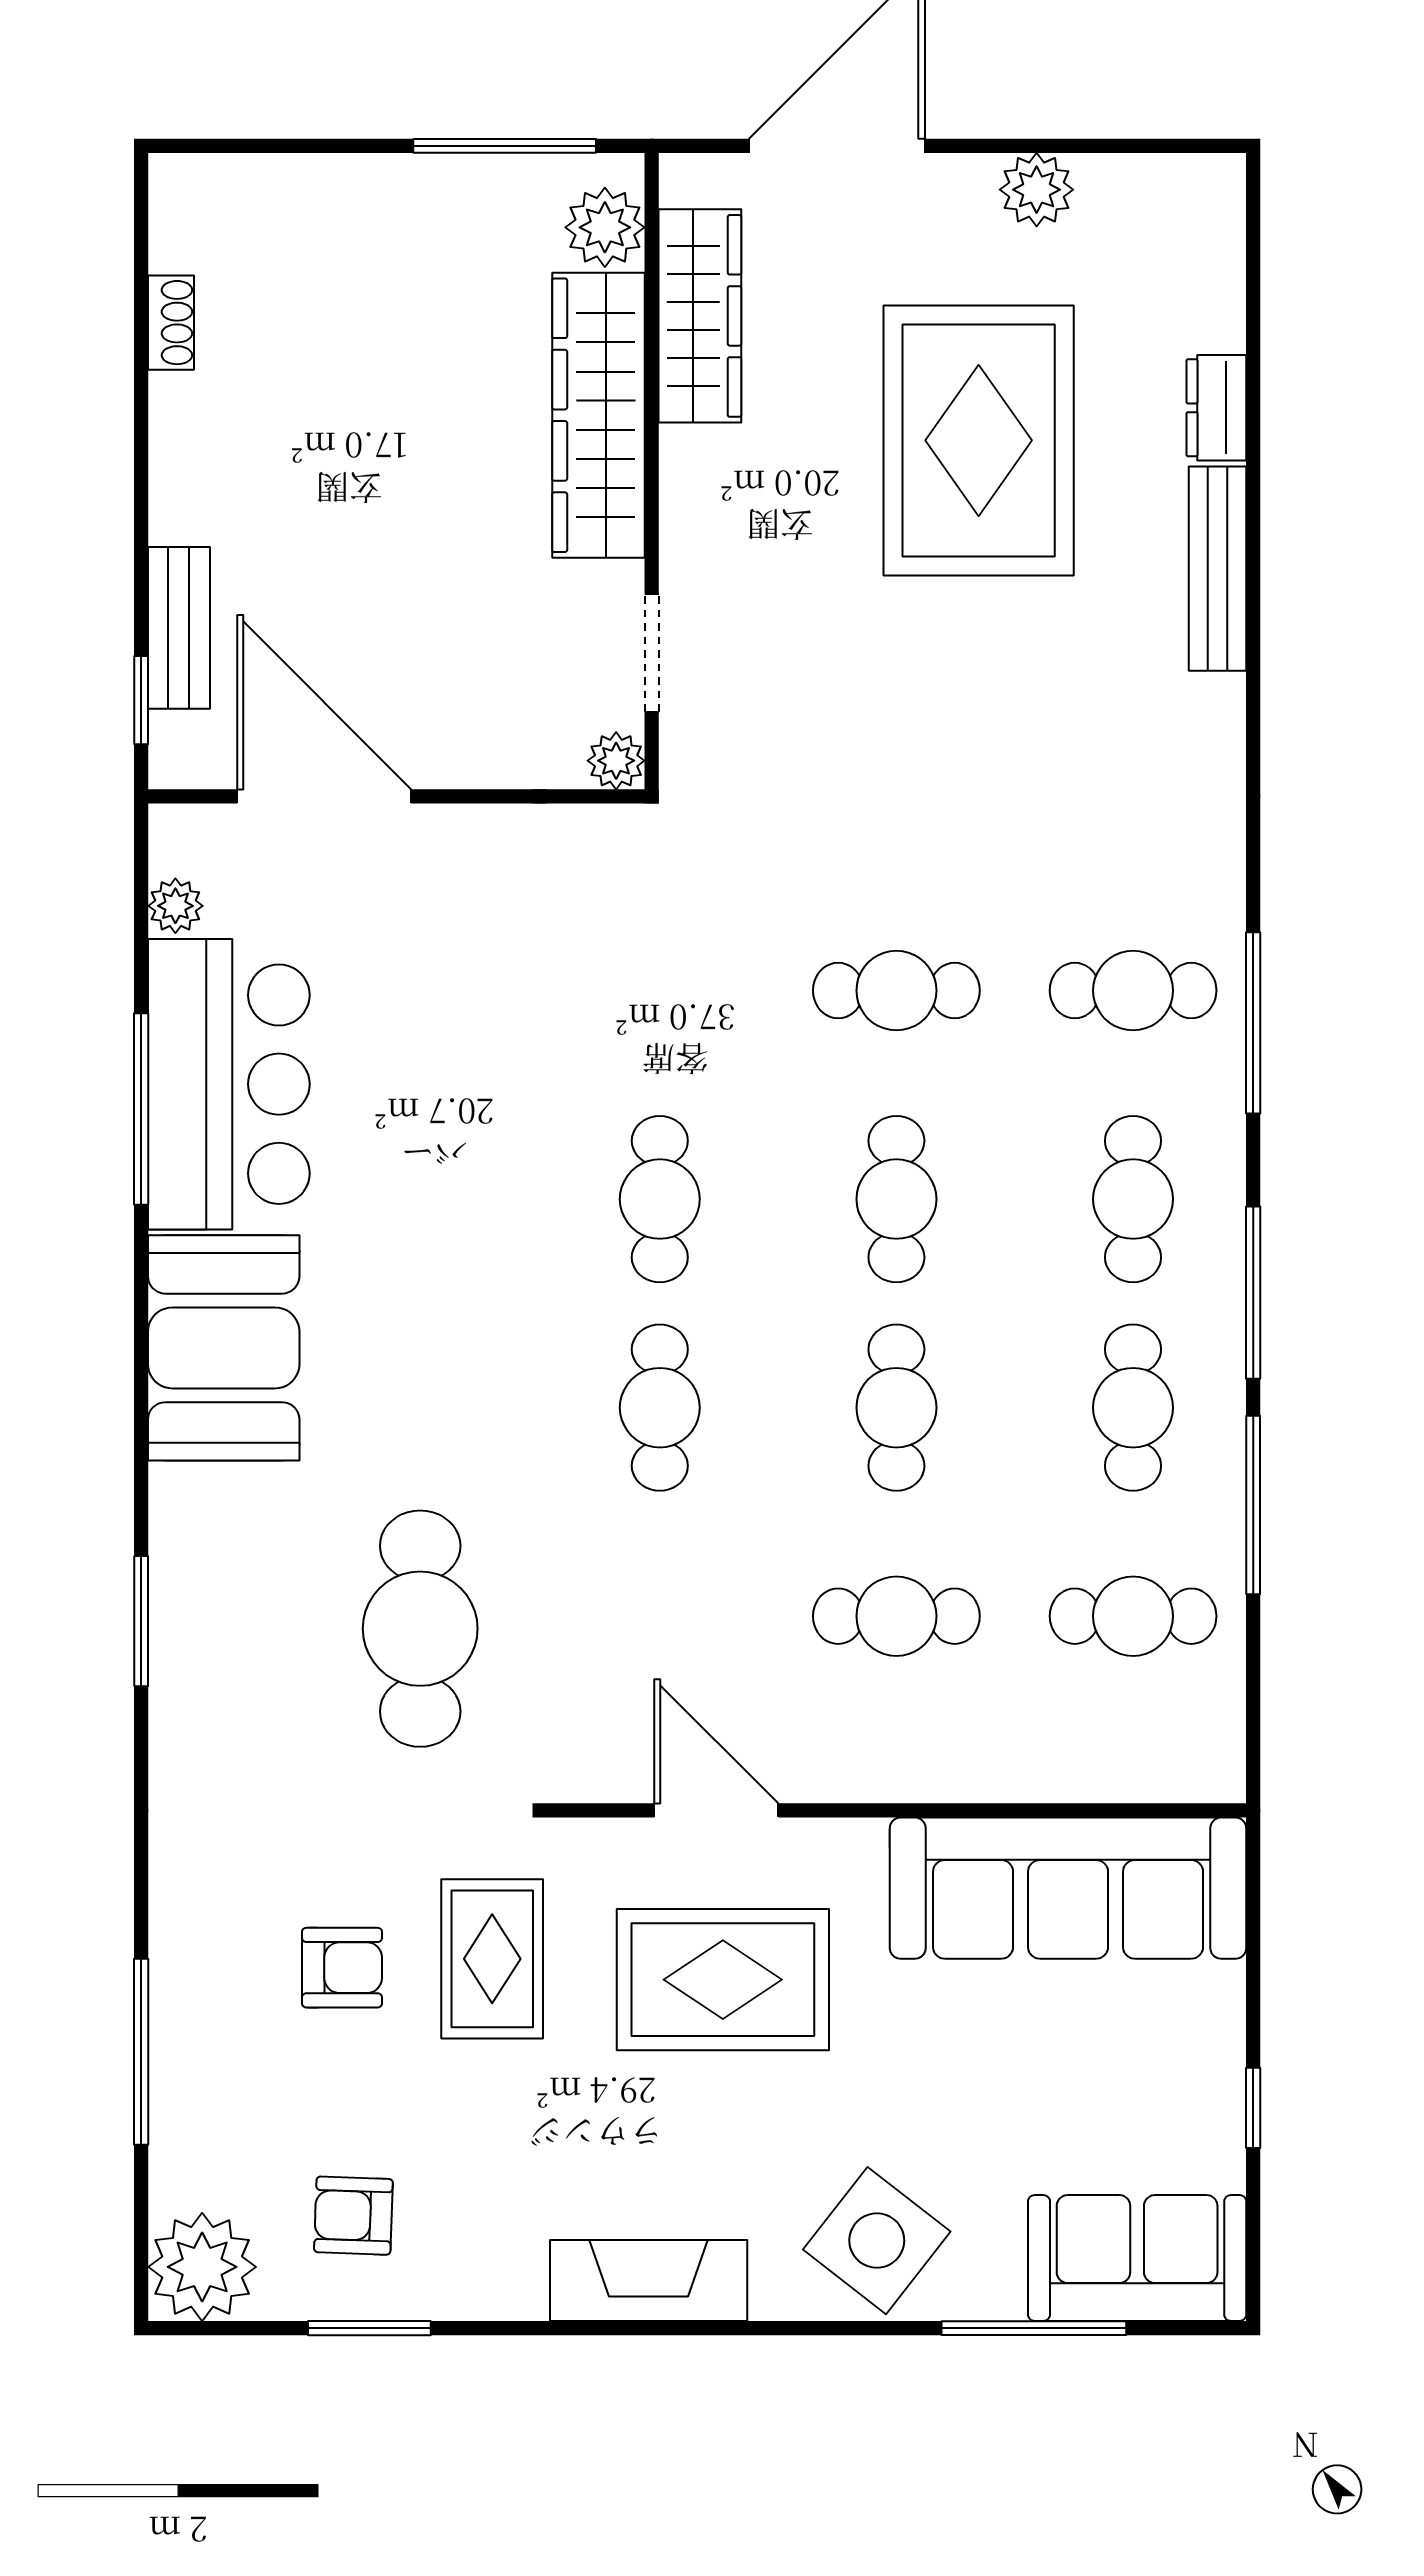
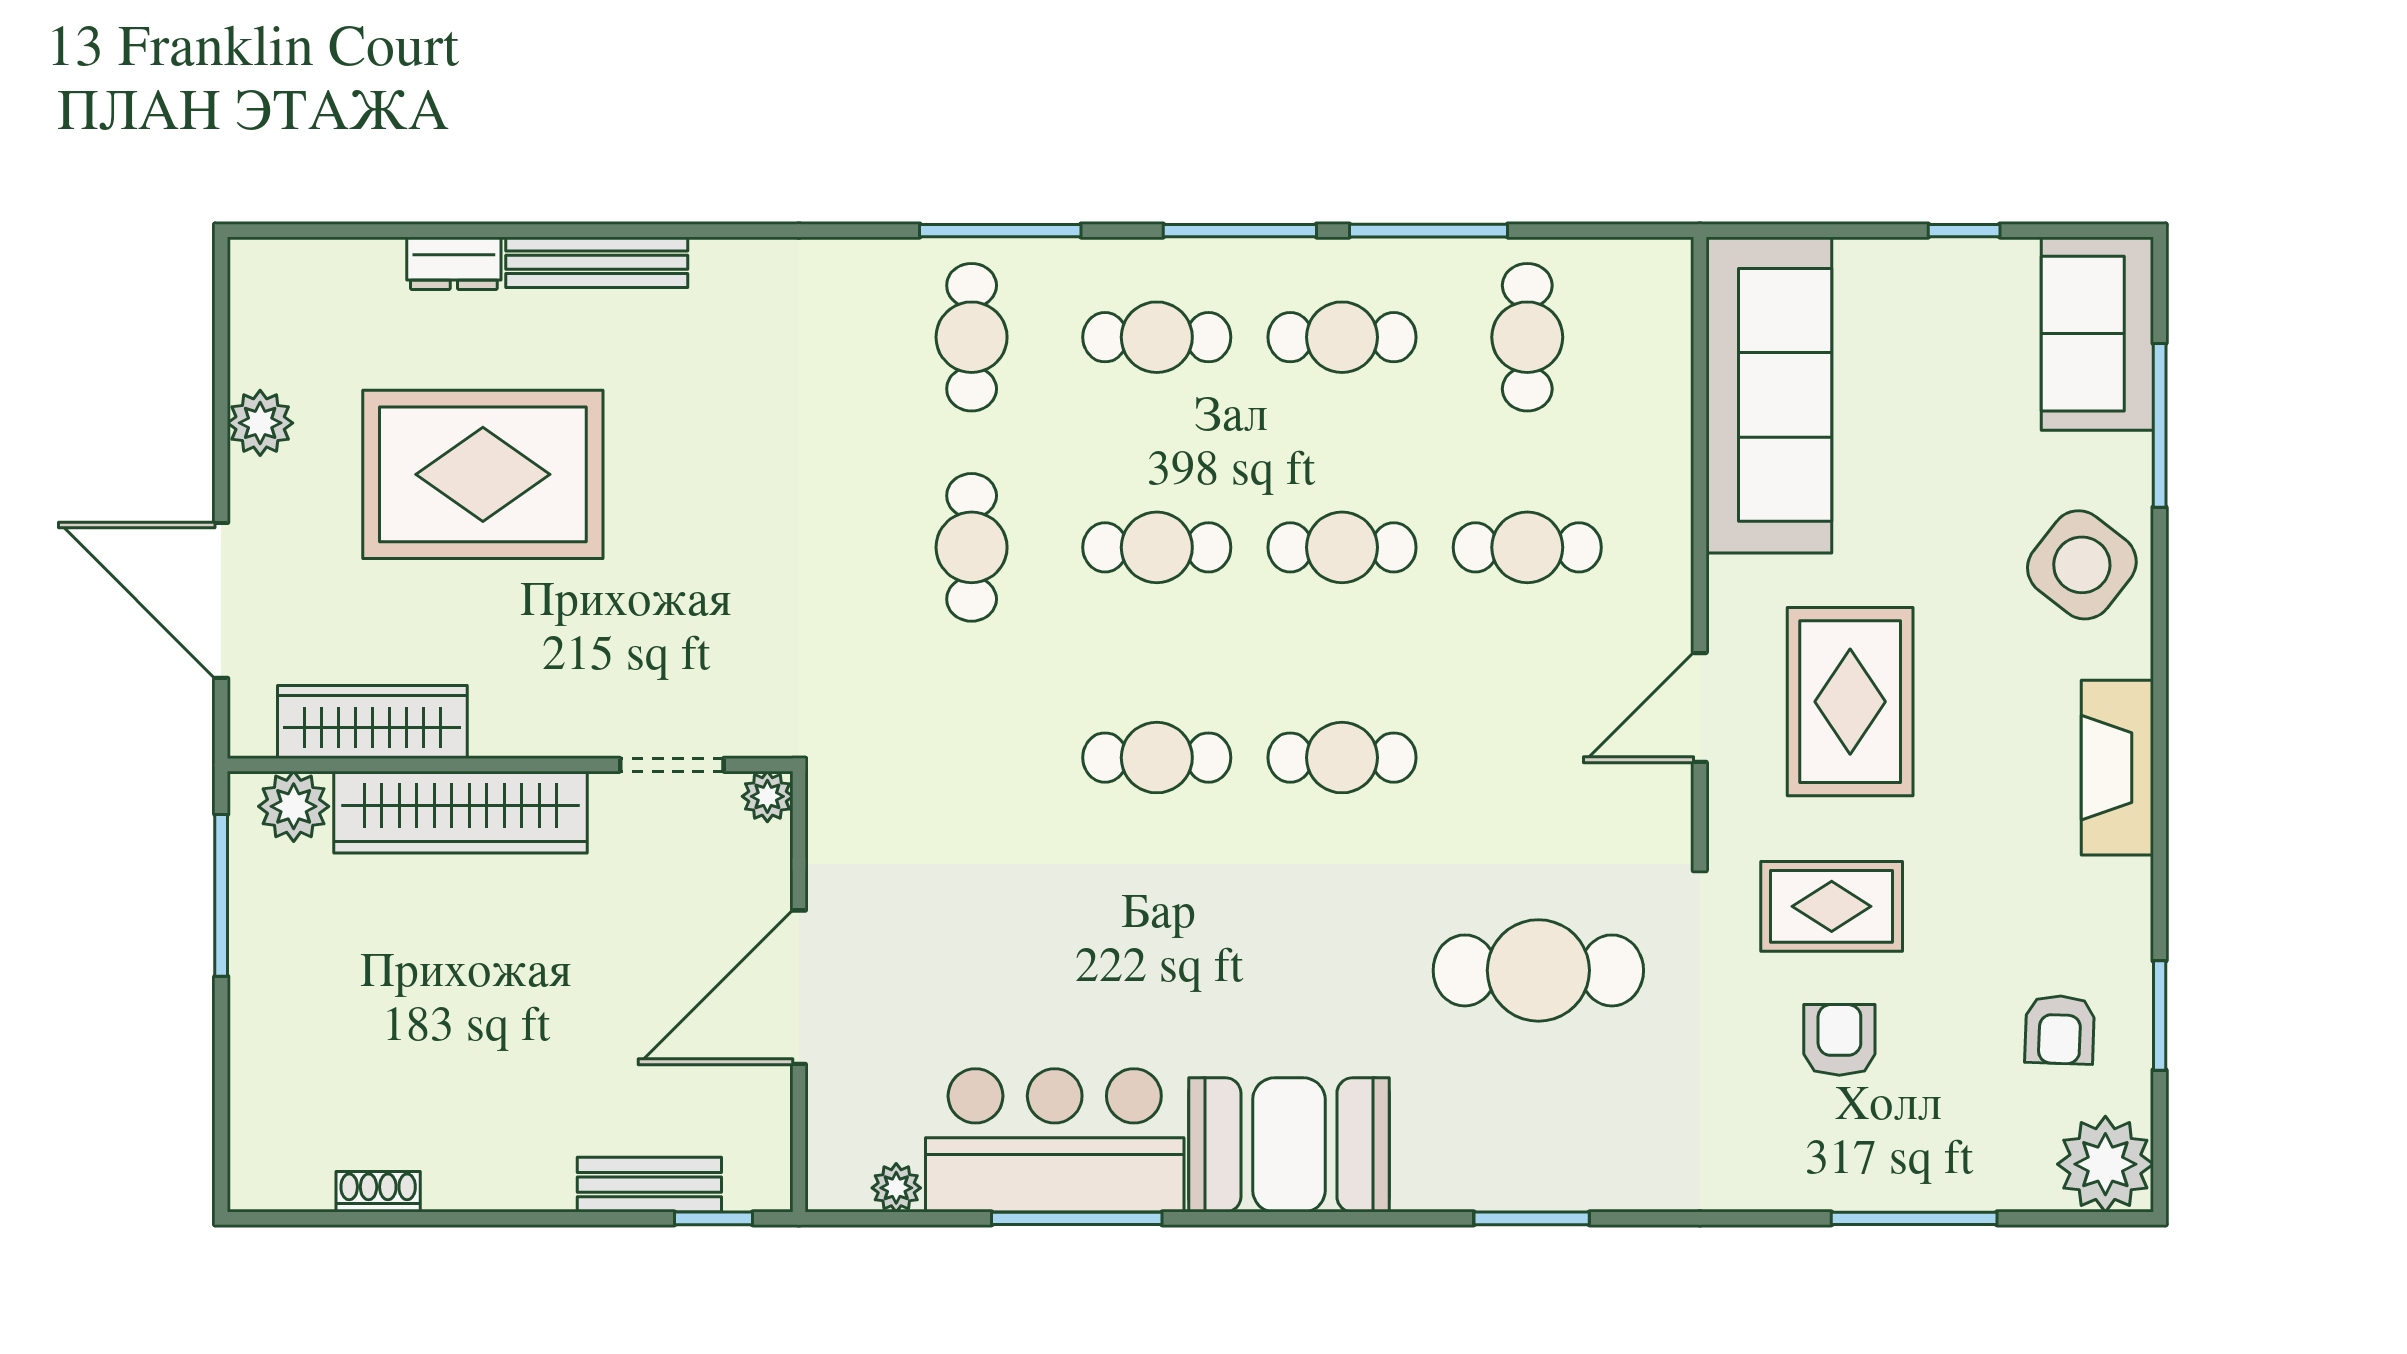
door: (324, 796) -> (799, 987), moved
cafe table: (896, 1616) -> (1527, 547), turned 90

